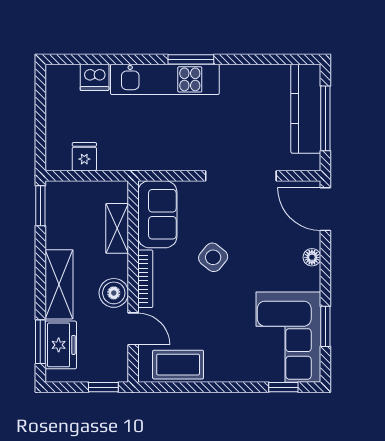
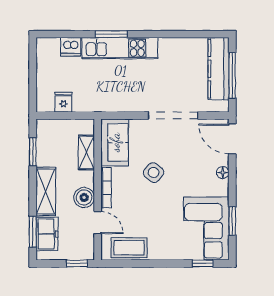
window: (191, 59) -> (111, 34), moved
window: (40, 206) -> (33, 152), moved

